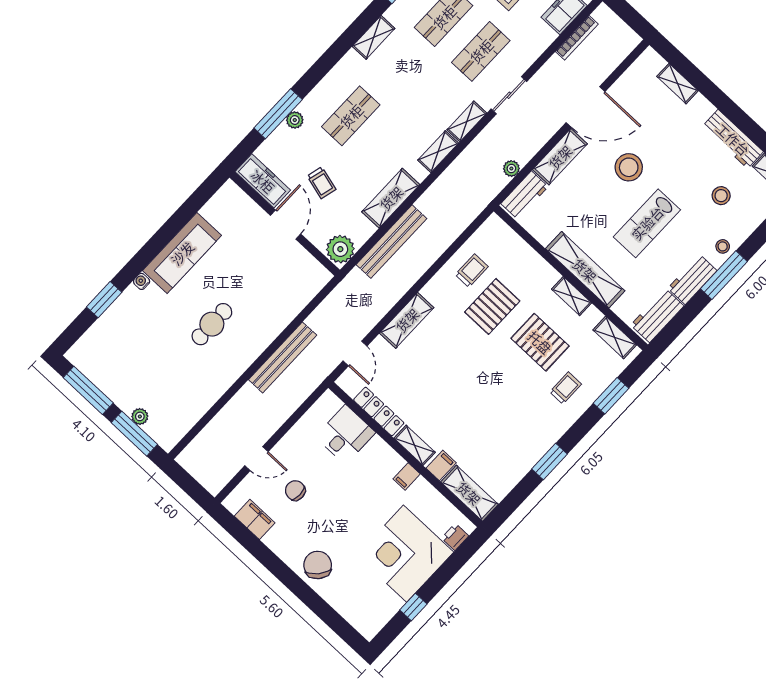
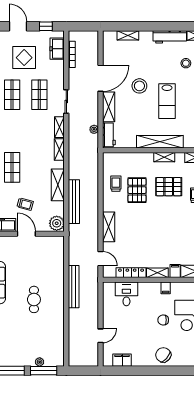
chair: (295, 491) -> (163, 320), moved

